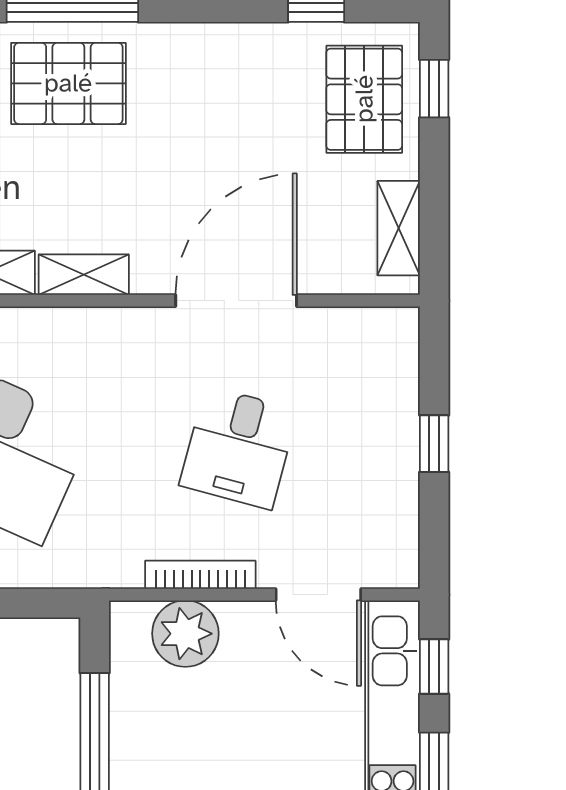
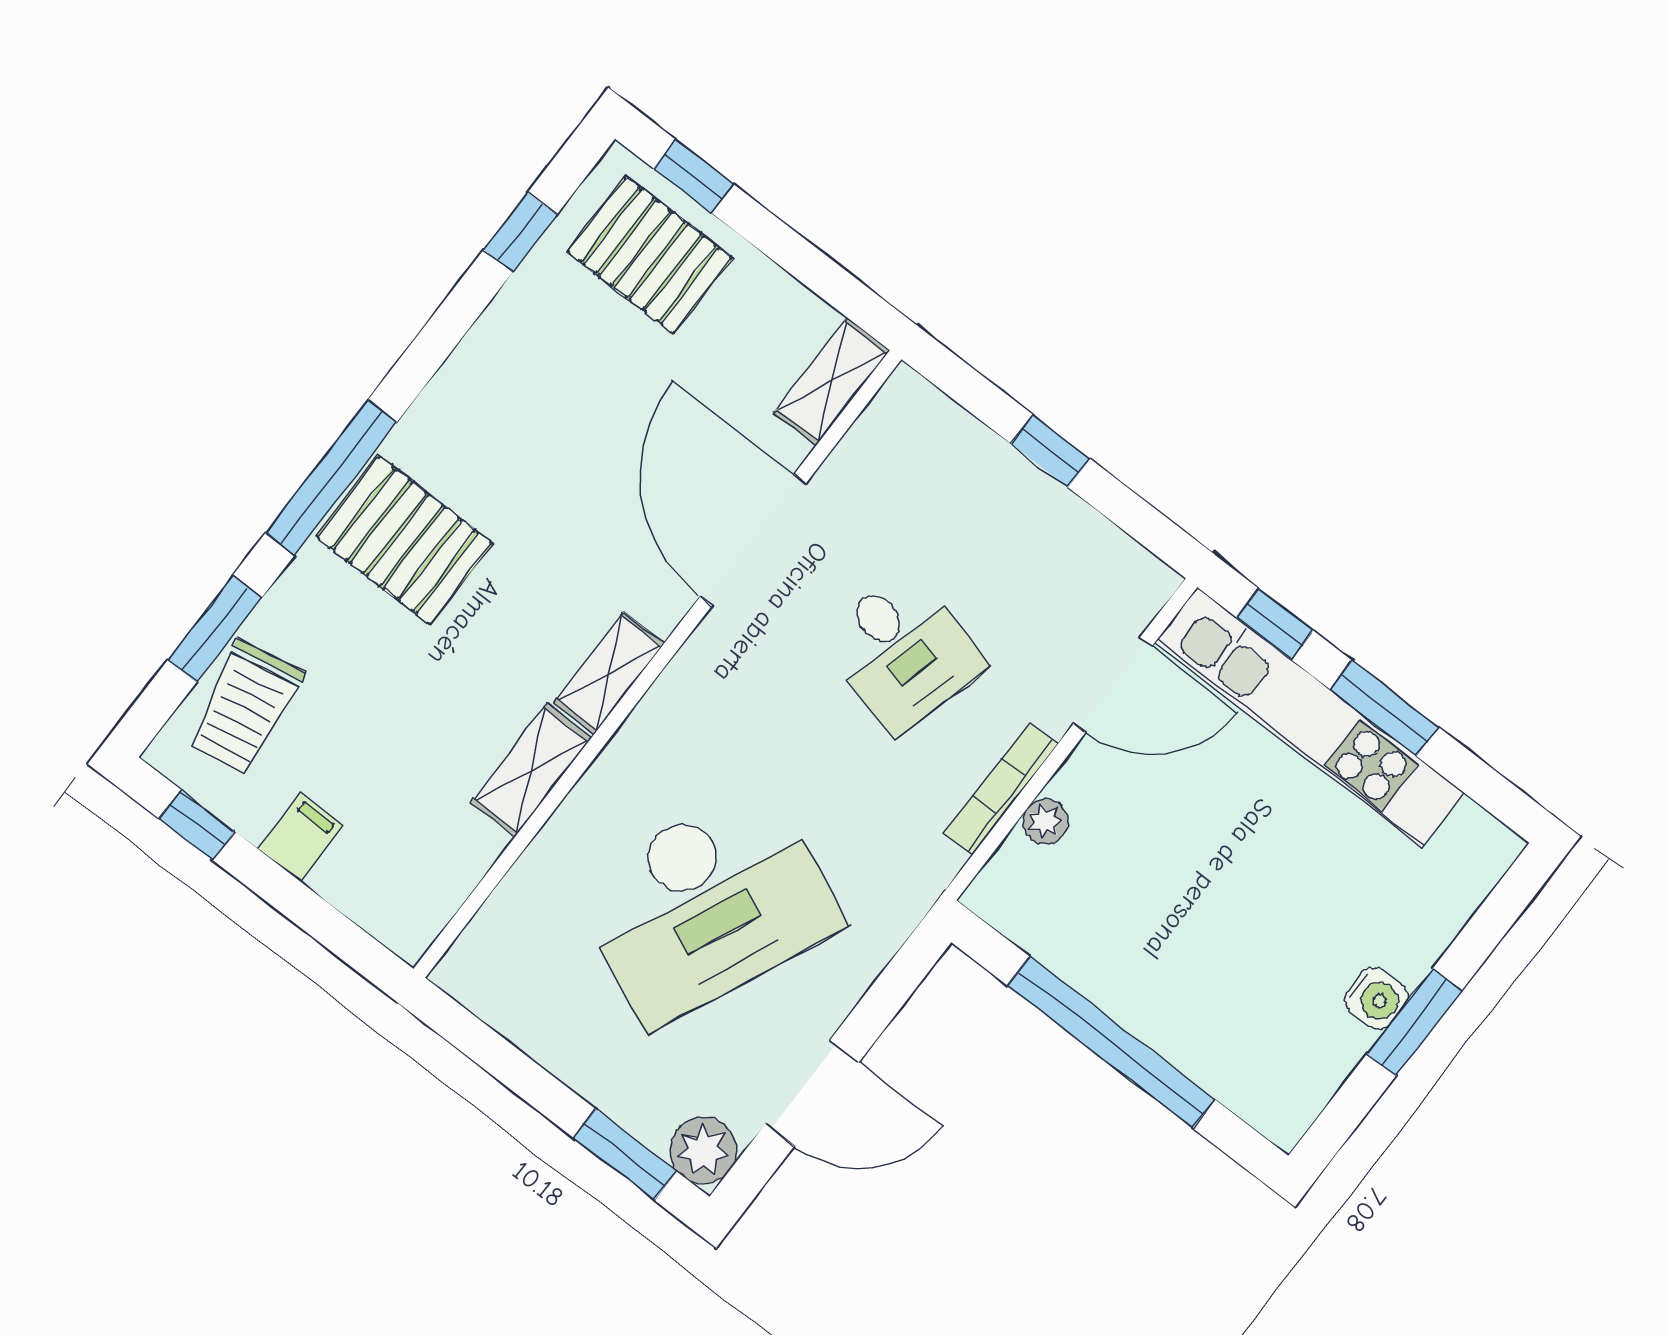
pallet: (68, 83) -> (405, 540), turned 90
shelving: (399, 228) -> (832, 381), moved, turned 90
plant: (185, 634) -> (1045, 821), width x0.53, depth x0.53

